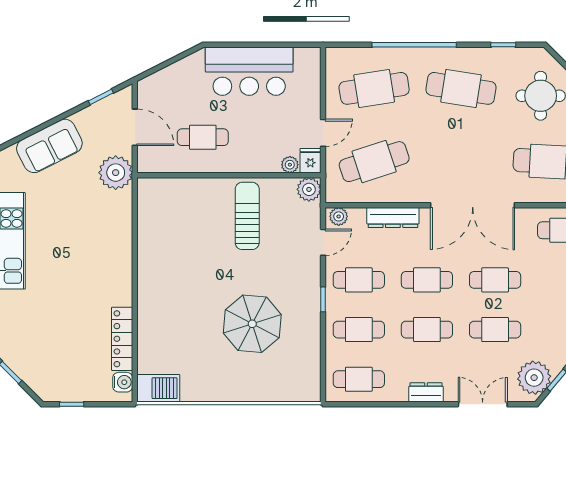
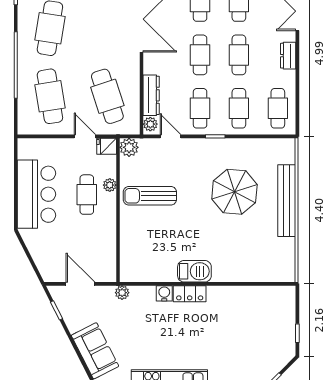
door: (135, 127) -> (80, 284), hinge flipped
cafe table: (203, 137) -> (87, 195), moved
plant: (290, 165) -> (110, 185), moved
plant: (116, 173) -> (122, 293), width x0.53, depth x0.53
dresser: (393, 218) -> (151, 95), moved
locker: (122, 339) -> (190, 294), moved, width x0.66
water cooler: (123, 382) -> (164, 293), moved
barbecue: (158, 388) -> (194, 271), moved, turned 90
bench: (241, 391) -> (287, 201), added

